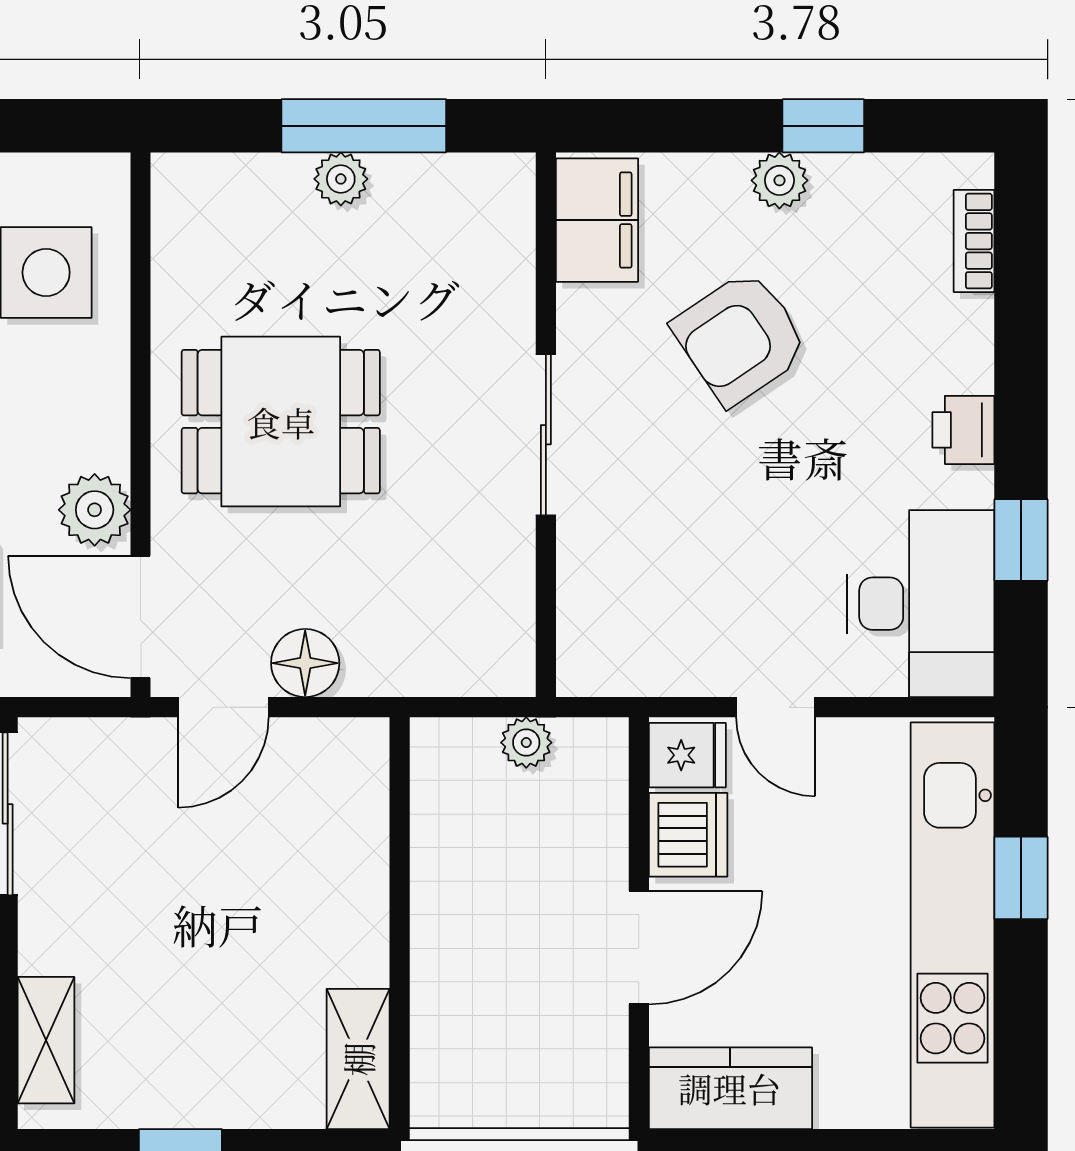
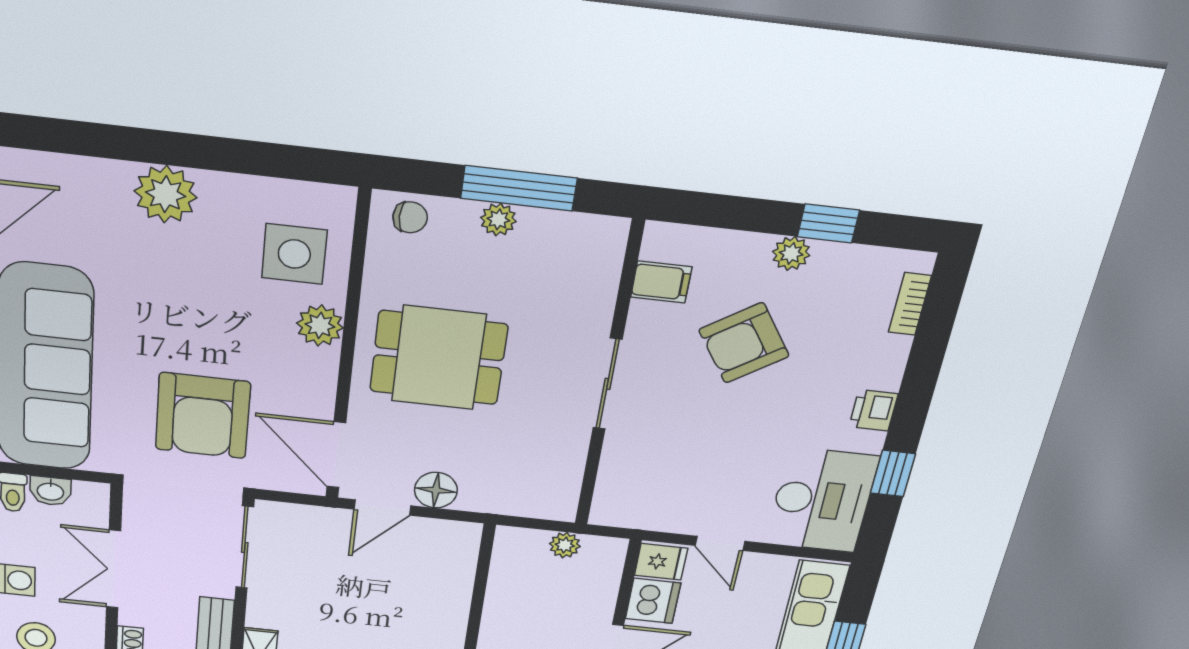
chair: (211, 191) -> (410, 217), added
filing cabinet: (597, 220) -> (661, 282), width x0.50
plant: (95, 510) -> (320, 325), moved

